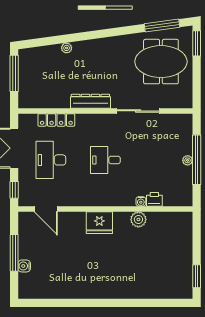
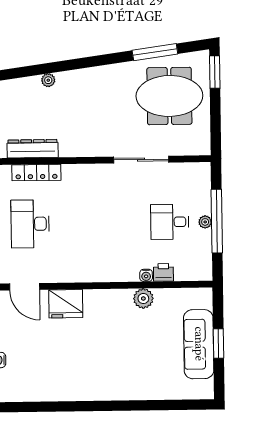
window: (162, 26) -> (155, 52), moved
dresser: (90, 101) -> (33, 149), moved
desk: (105, 160) -> (170, 222), moved
fridge: (99, 223) -> (66, 304), moved
sofa: (181, 256) -> (199, 344), added
window: (197, 276) -> (218, 344), moved

